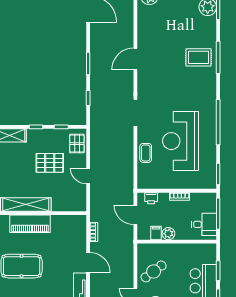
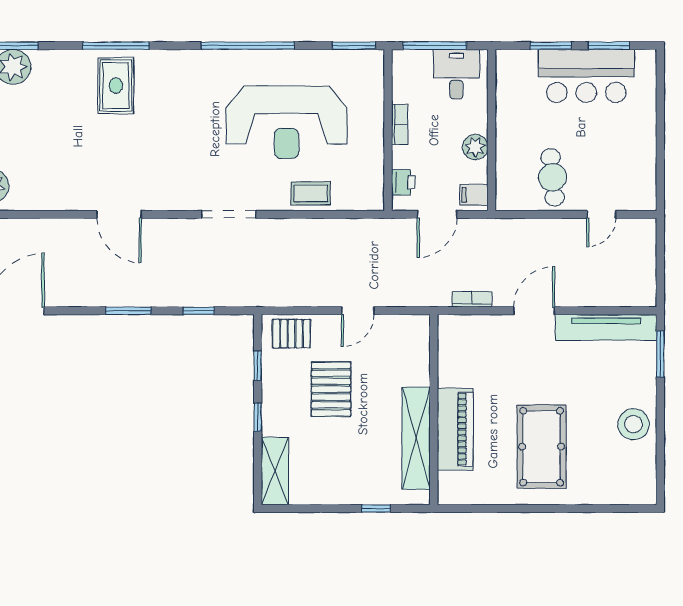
filing cabinet: (156, 233) -> (474, 195), moved
cafe table: (154, 271) -> (553, 177), turned 31

